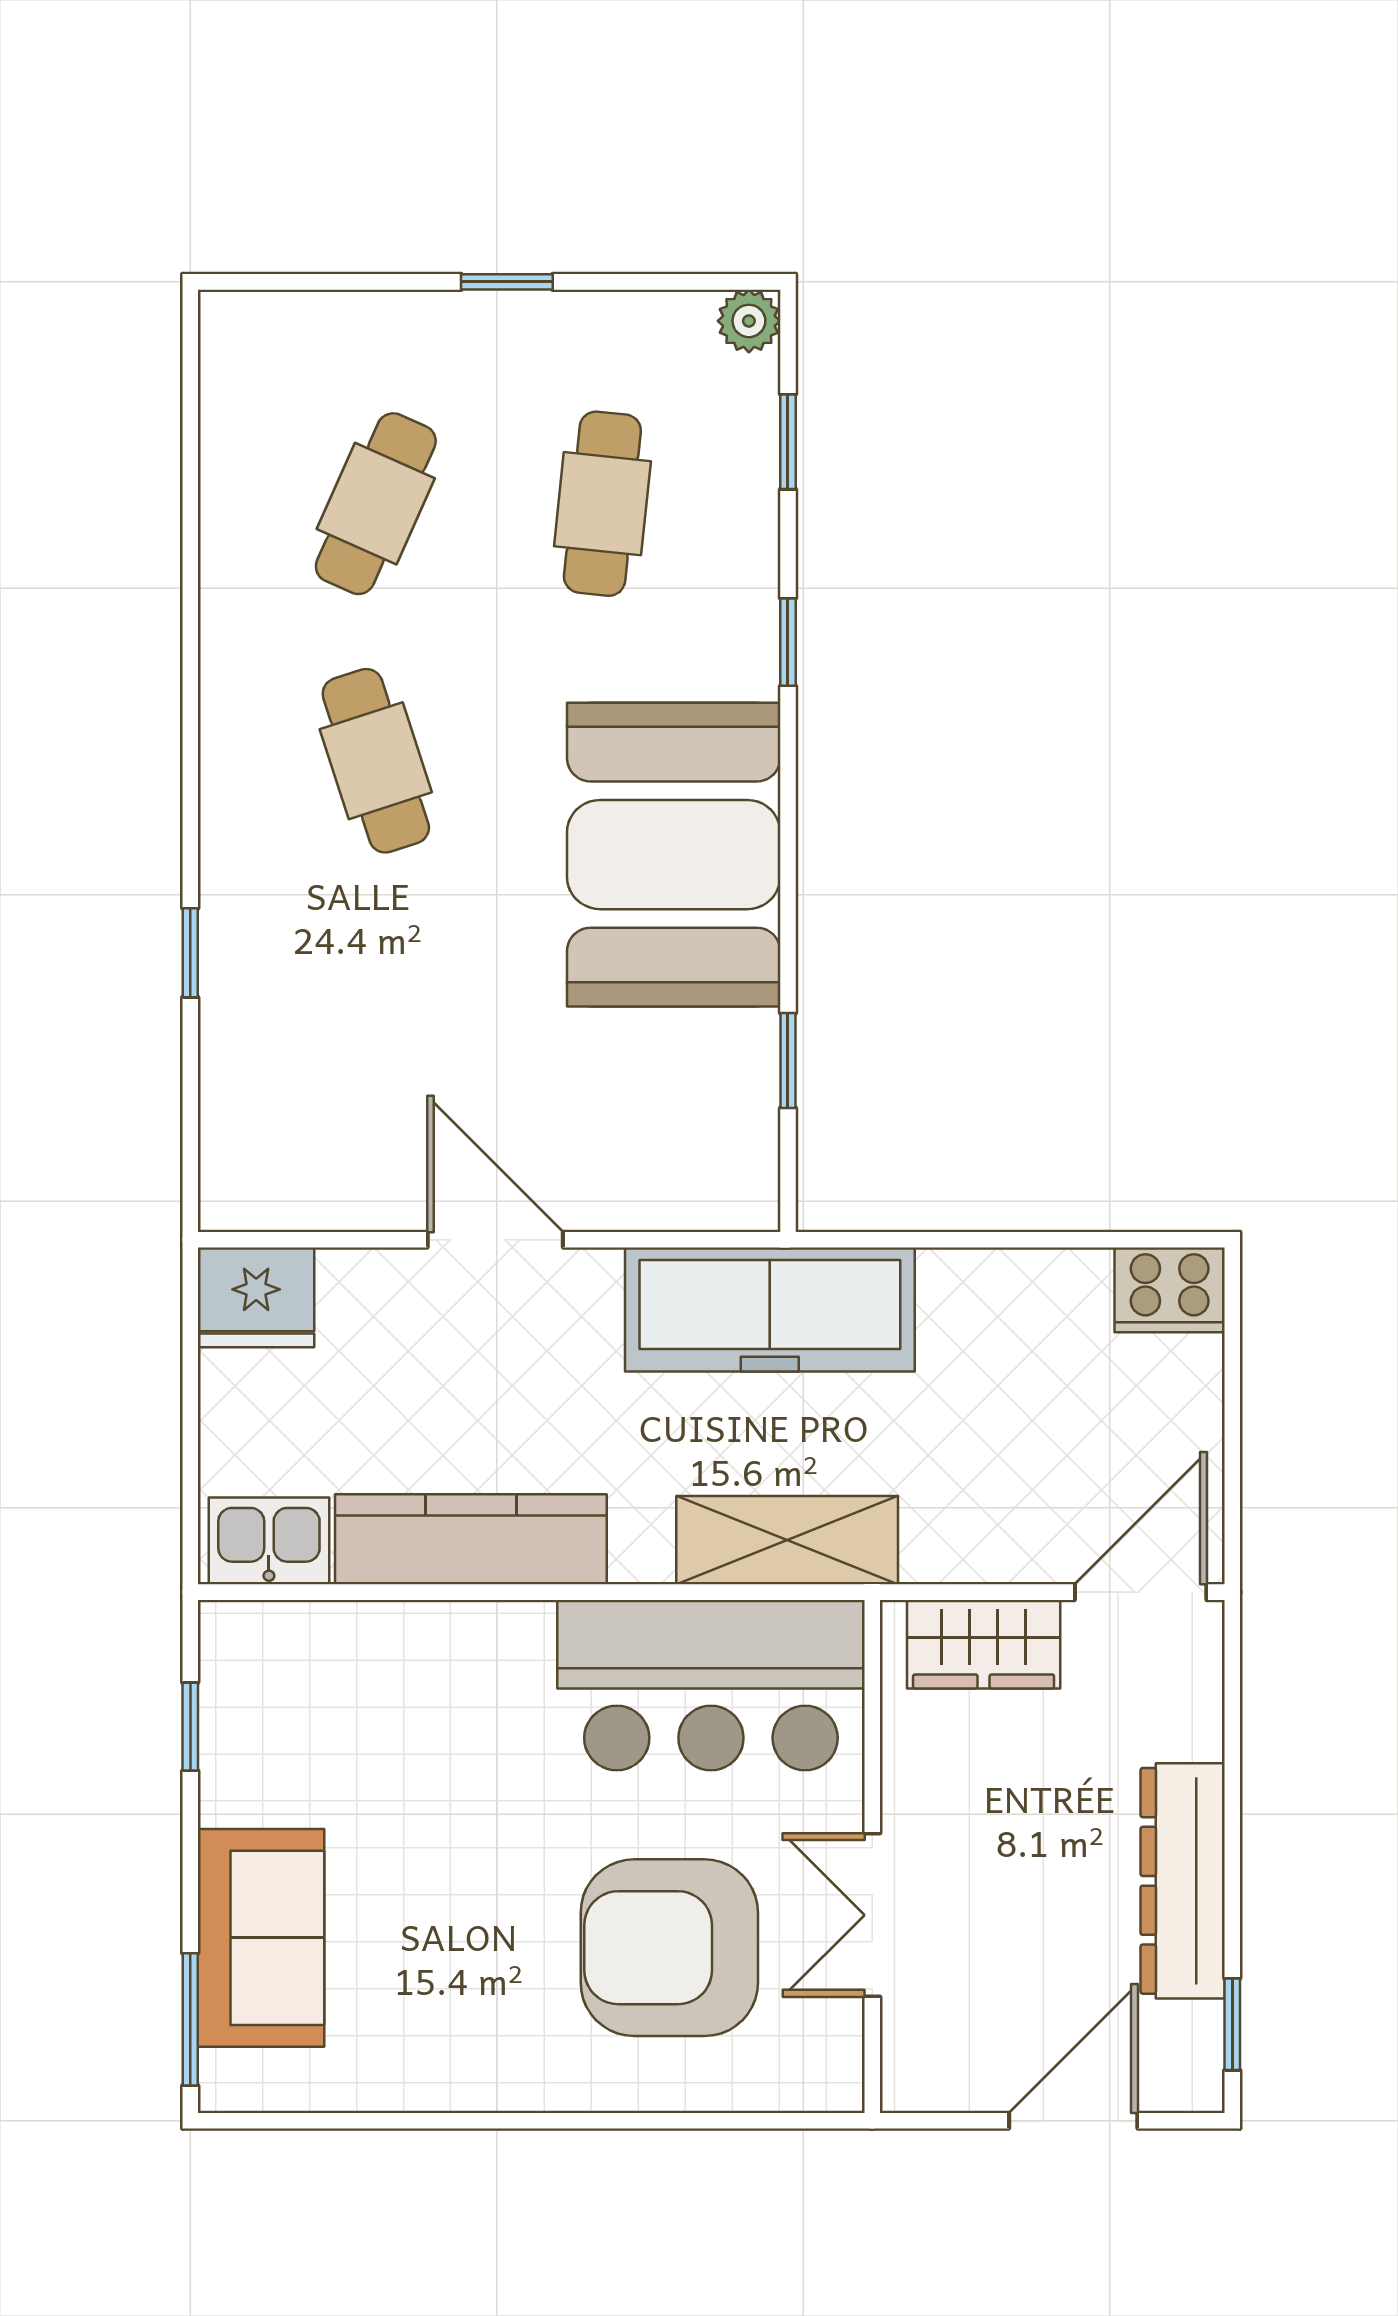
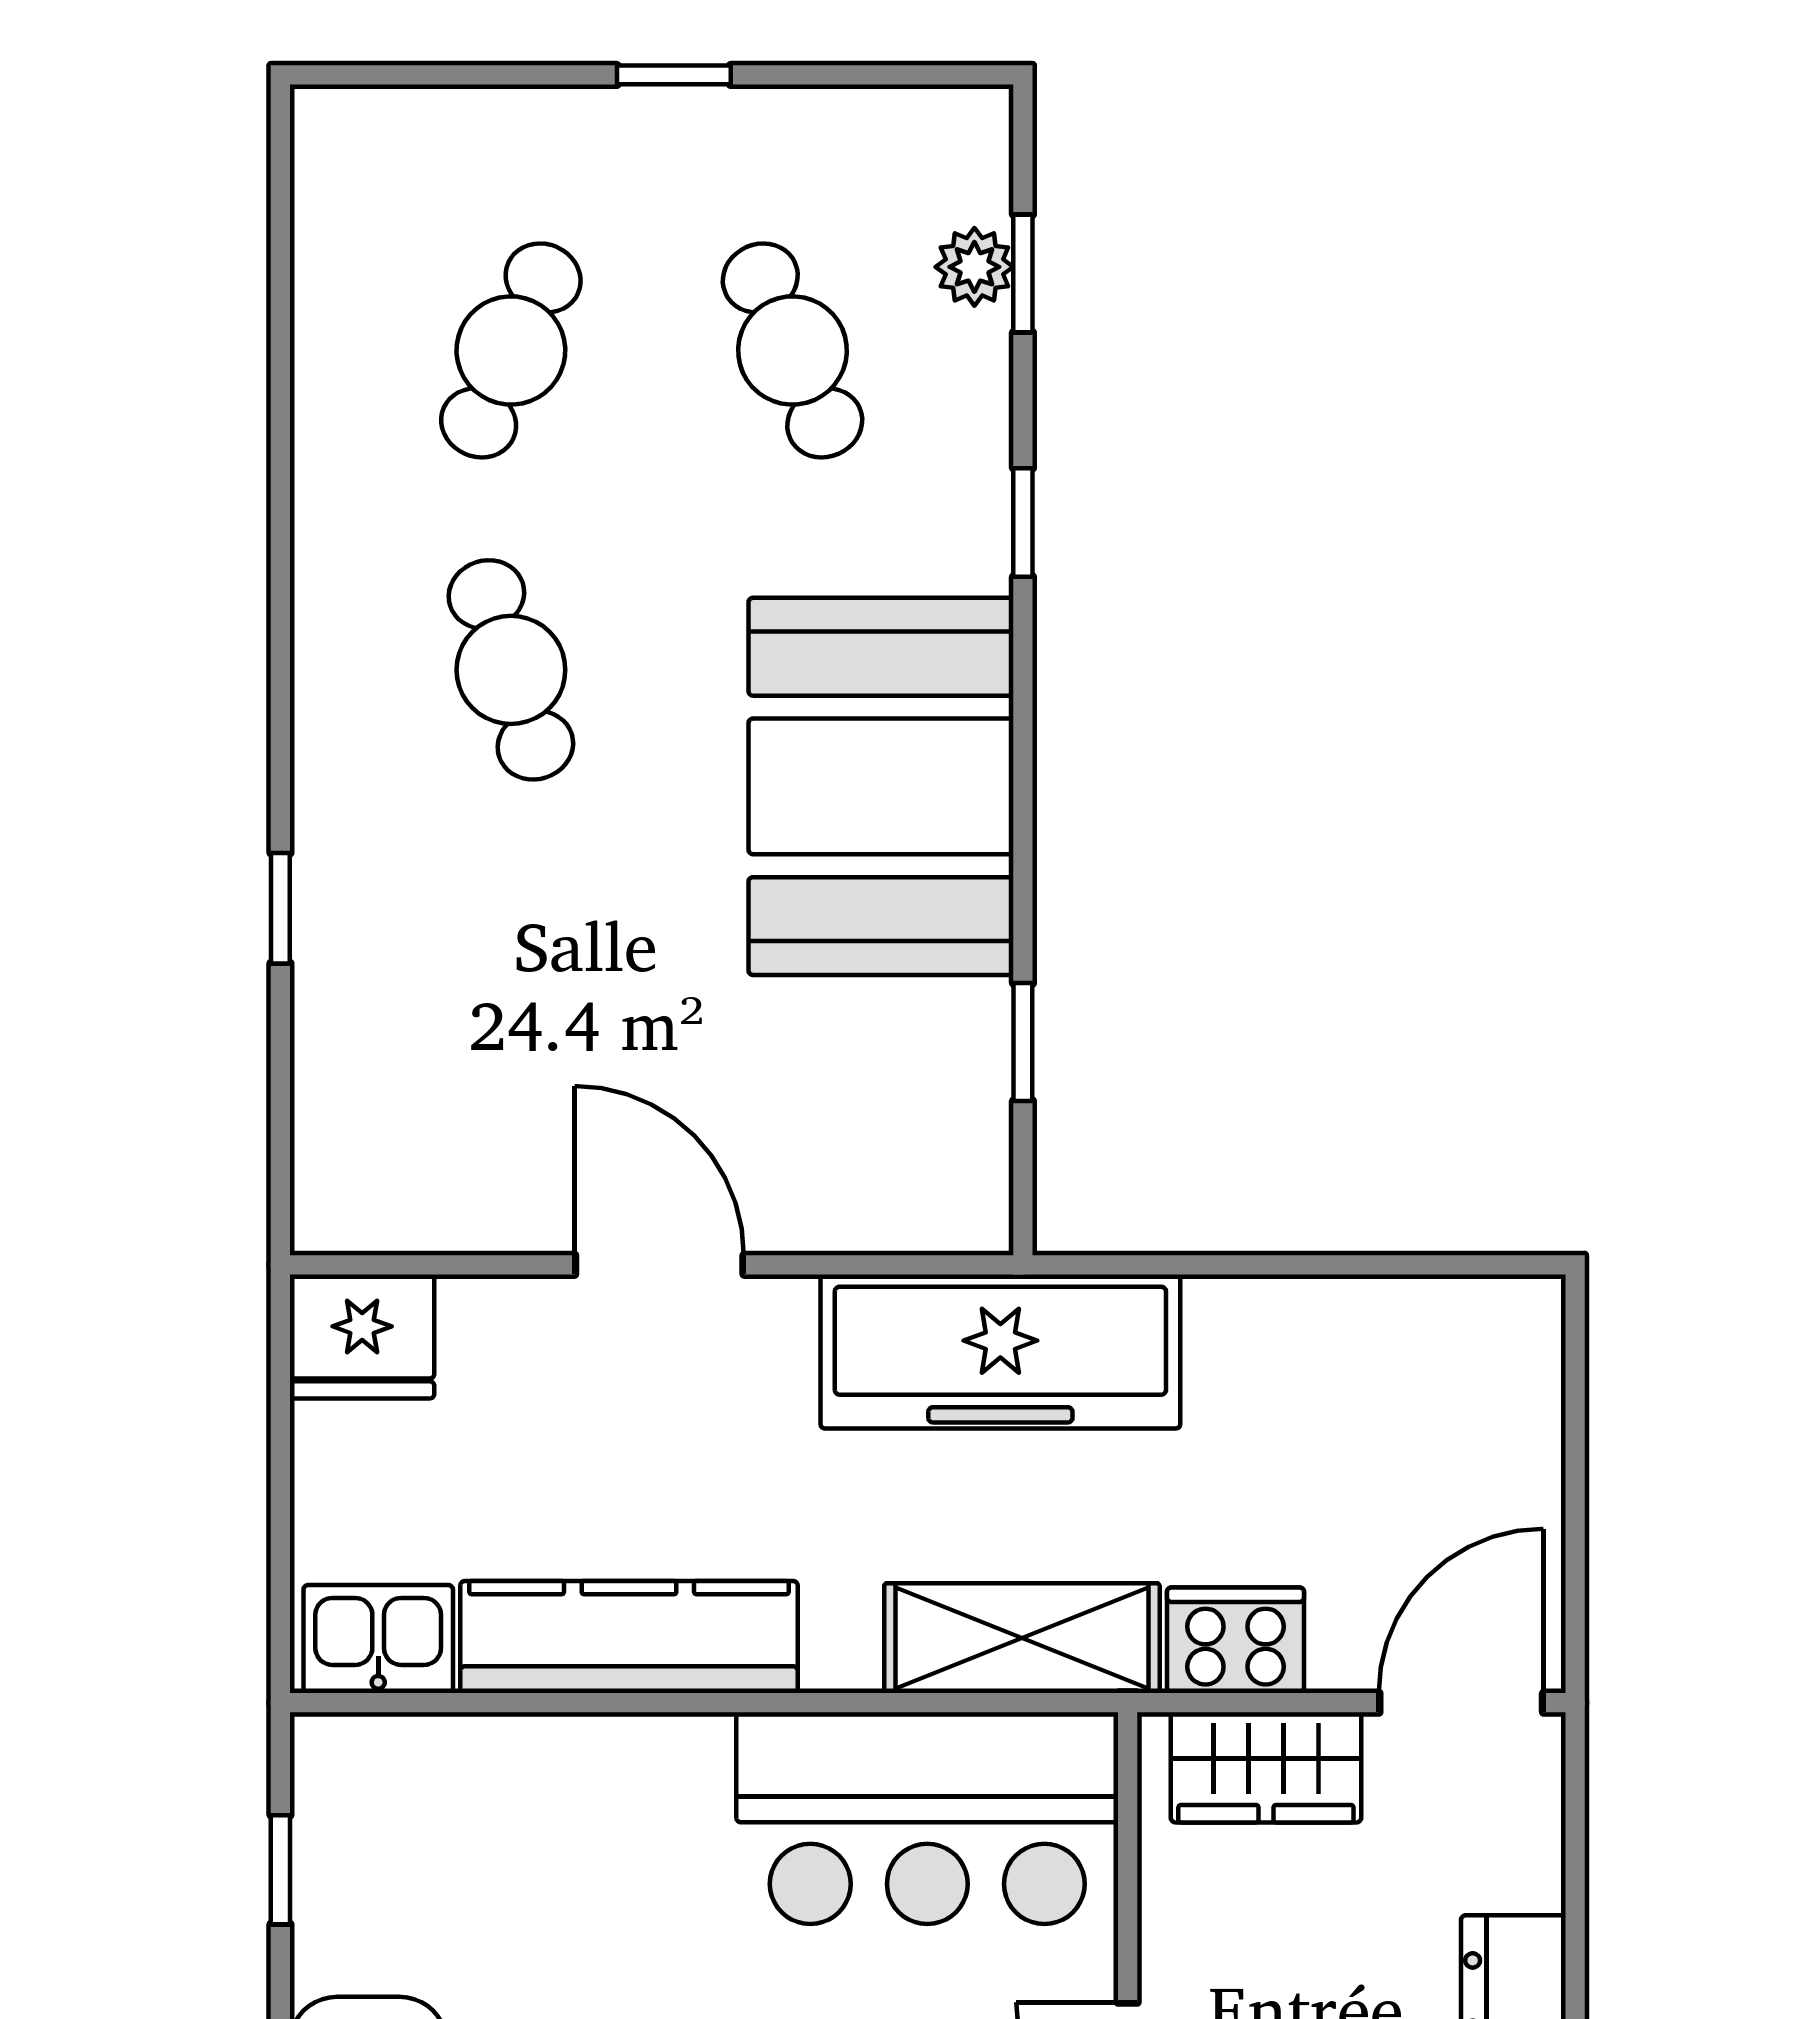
plant: (749, 321) -> (974, 267), moved
cafe table: (602, 504) -> (792, 350), turned -30
cooker: (1170, 1290) -> (1236, 1640), moved, turned 180

